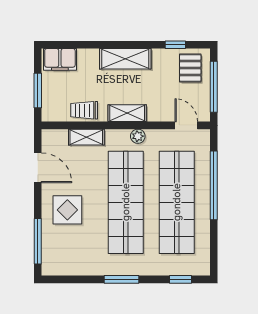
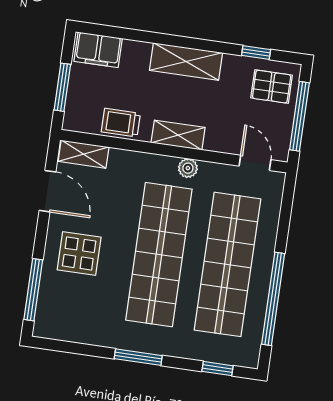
pallet: (190, 68) -> (272, 87), turned 90
shelving: (86, 137) -> (84, 154), moved
window: (214, 185) -> (273, 299), moved

